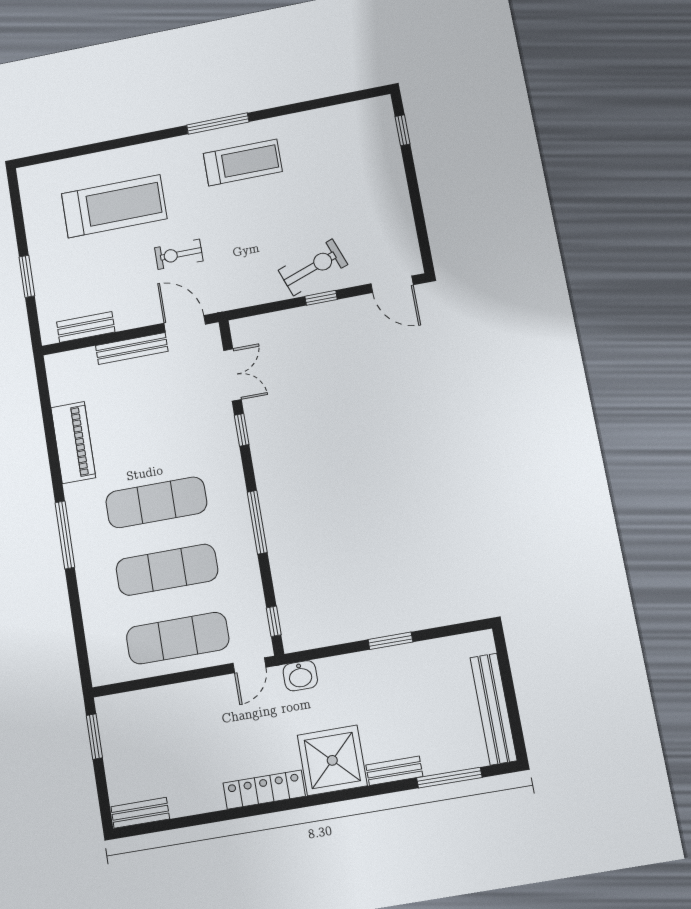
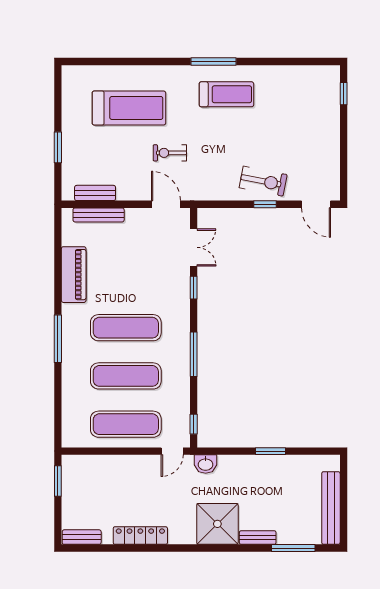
exercise bike: (313, 267) -> (263, 181), turned 31
bench: (132, 348) -> (99, 215), moved
locker: (264, 790) -> (140, 536), moved

